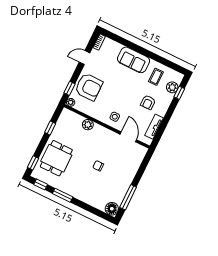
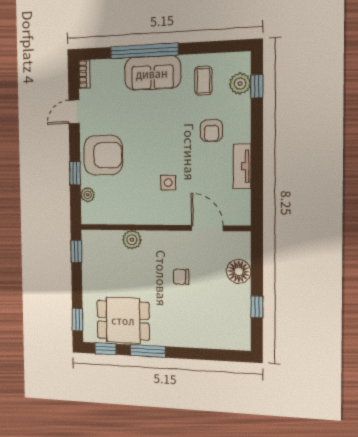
window: (135, 47) -> (144, 51), added
plant: (88, 125) -> (132, 240), moved
wall: (107, 126) -> (163, 228), moved
door: (128, 137) -> (207, 228), moved
dining table: (56, 158) -> (123, 320), moved, turned 90
window: (128, 197) -> (257, 307), width x0.46
floor lamp: (112, 209) -> (239, 271), moved

